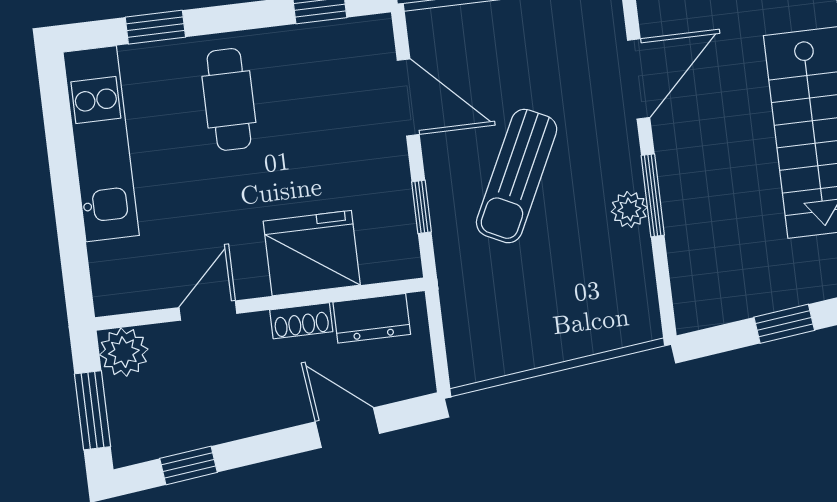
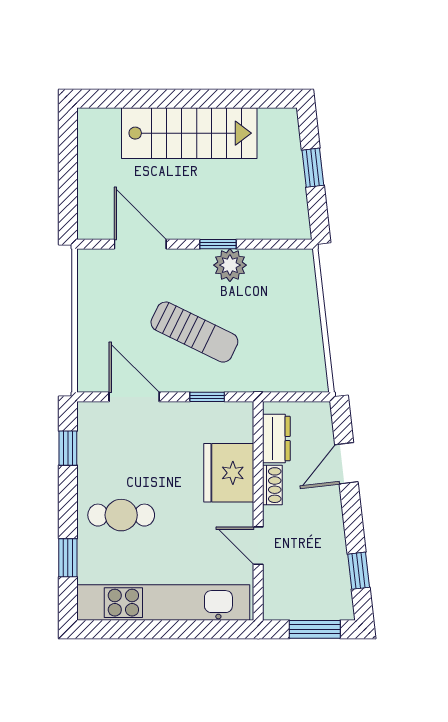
door: (408, 97) -> (134, 397), hinge flipped
kitchen unit: (101, 144) -> (163, 603), width x1.36
window: (653, 195) -> (218, 244), width x0.67
plant: (629, 210) -> (230, 265), width x1.38, depth x1.38
plant: (124, 352) -> (279, 604), removed

